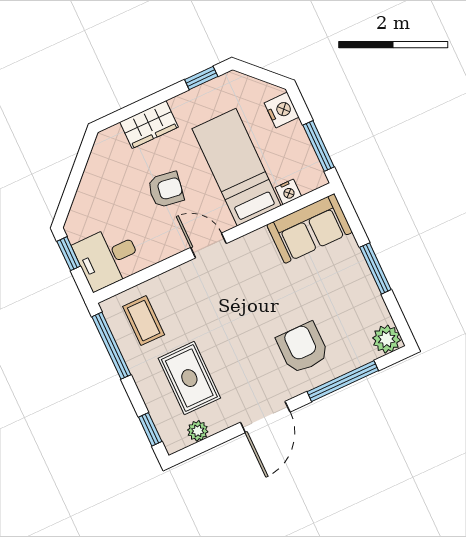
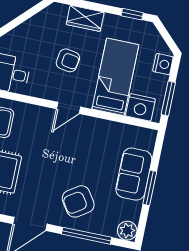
nightstand: (288, 192) -> (140, 107), width x1.89, depth x1.79
sofa: (310, 228) -> (134, 174), moved, turned 90
door: (209, 245) -> (69, 108), swing flipped
armchair: (303, 348) -> (78, 201), turned -124

